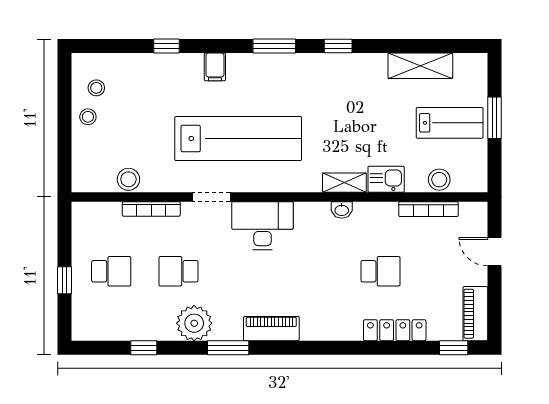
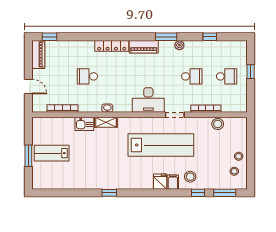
window: (274, 46) -> (225, 193), moved
shelving: (420, 66) -> (67, 183), removed
fridge: (240, 68) -> (160, 182), added
lab bench: (238, 139) -> (161, 145), turned 180
stool: (439, 180) -> (190, 177), moved
school desk: (111, 271) -> (227, 76), turned 180
plant: (194, 323) -> (179, 45), width x0.53, depth x0.53
locker: (395, 330) -> (112, 46), moved

